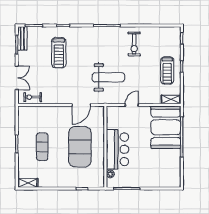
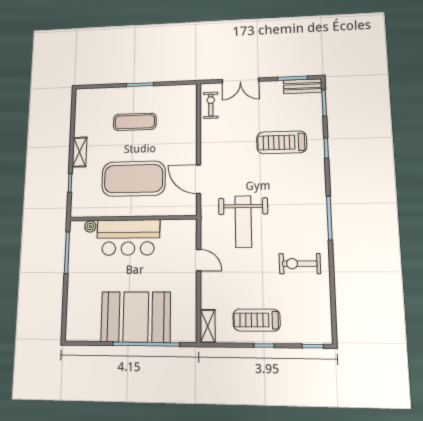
booth: (166, 127) -> (136, 317), moved
shelving: (28, 183) -> (80, 152), moved

